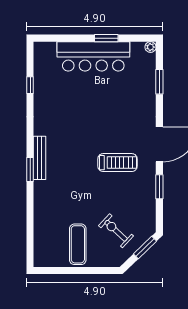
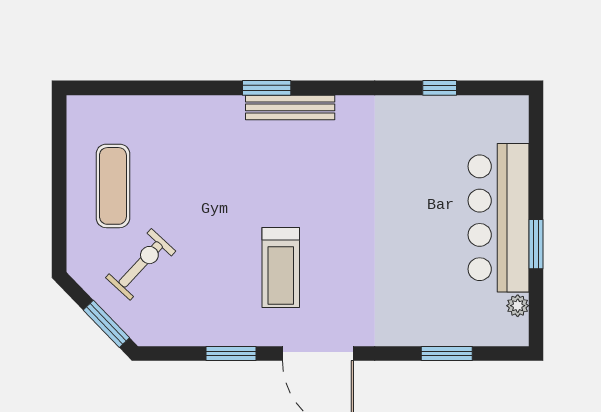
plant: (150, 47) -> (518, 306), moved
exercise mat: (78, 244) -> (113, 186), turned 90

